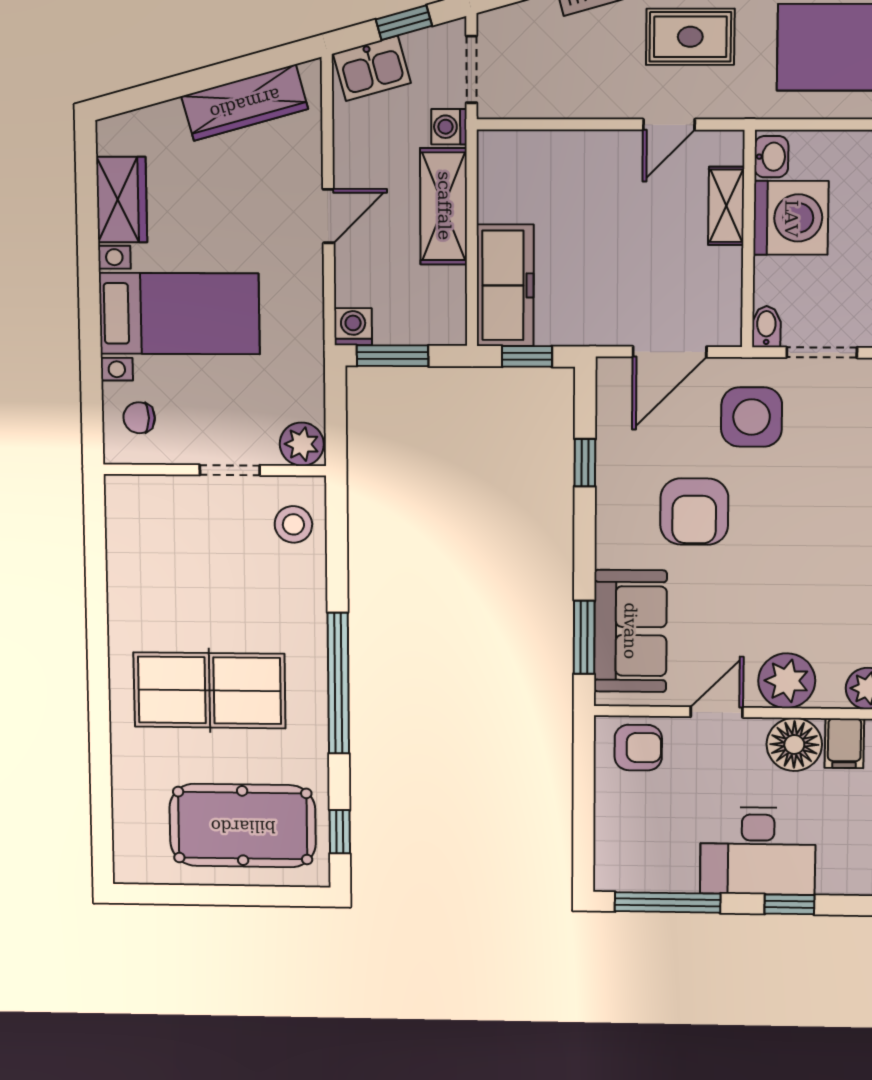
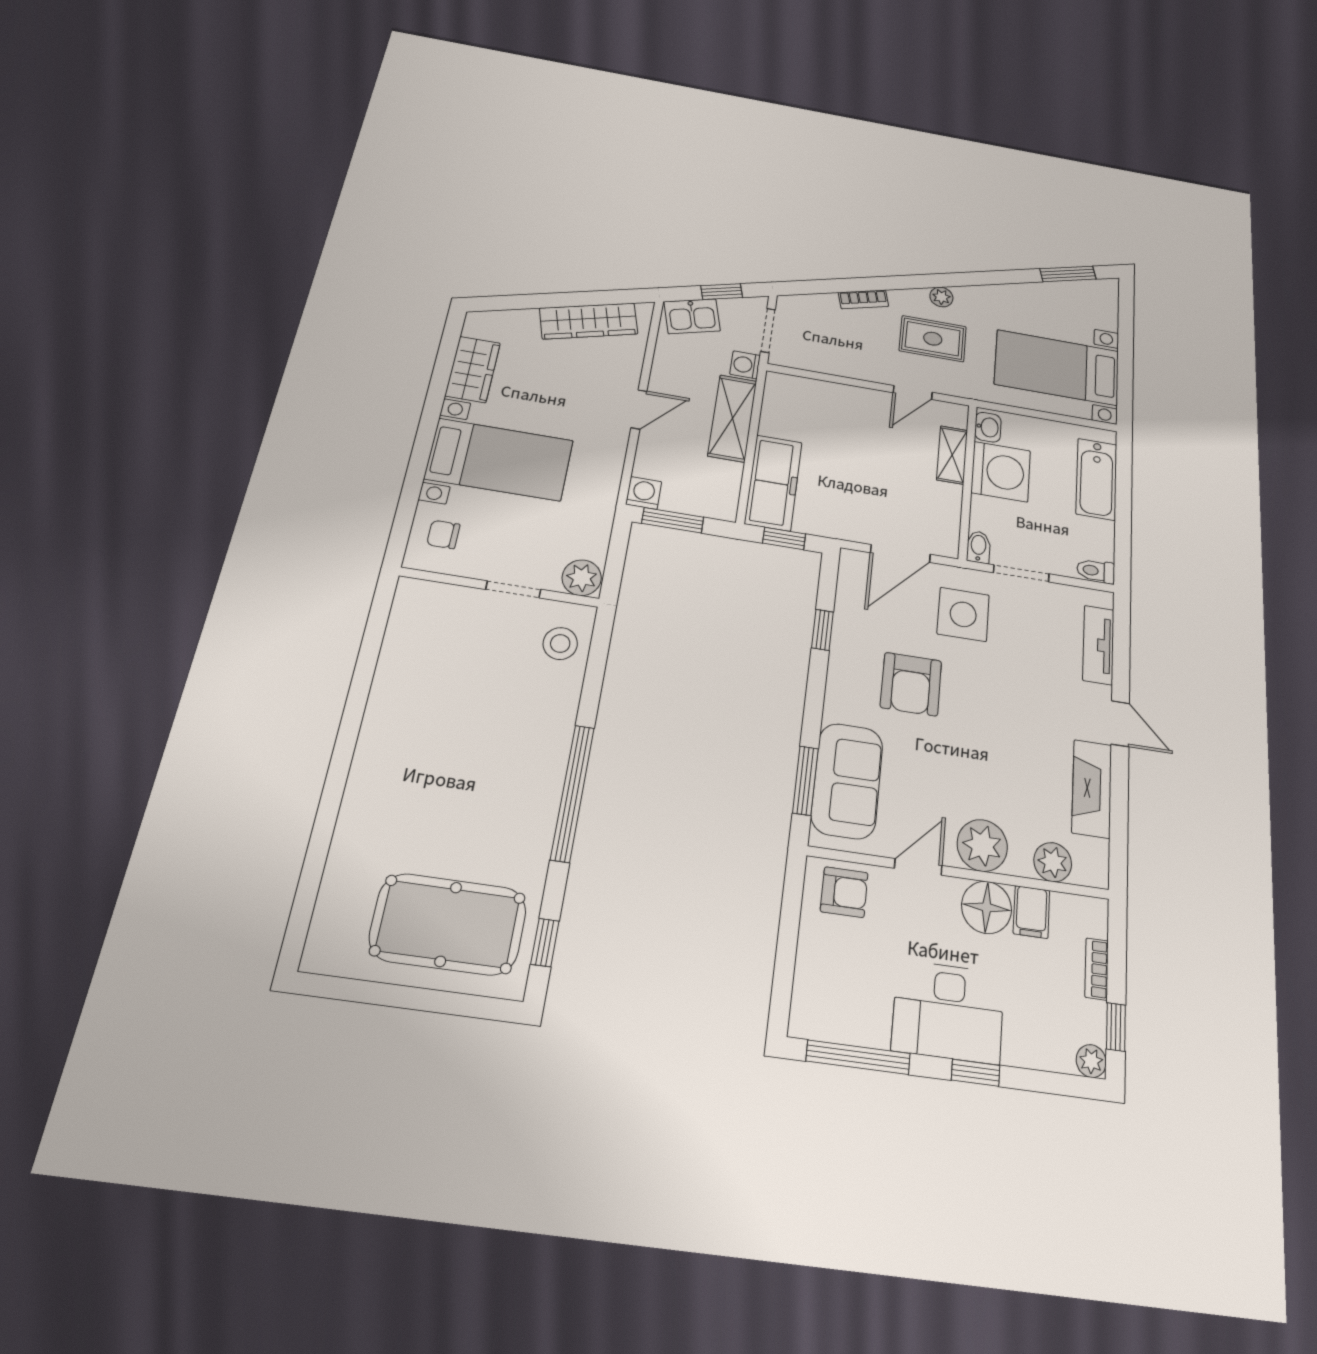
table tennis table: (209, 690) -> (448, 783), removed

